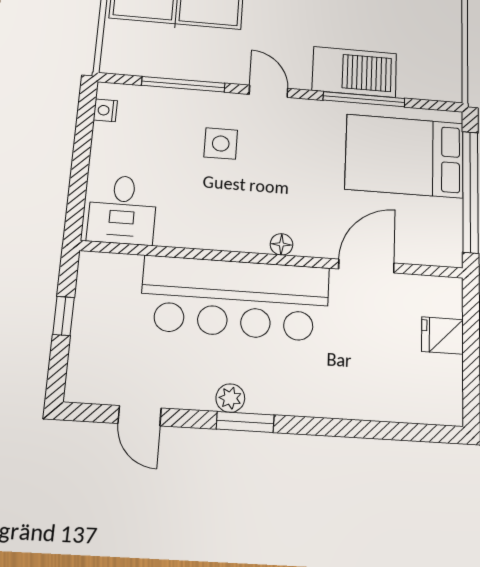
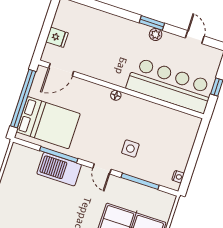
desk: (122, 210) -> (181, 128), removed
door: (366, 266) -> (61, 70), moved
bar counter: (235, 298) -> (170, 85), moved

